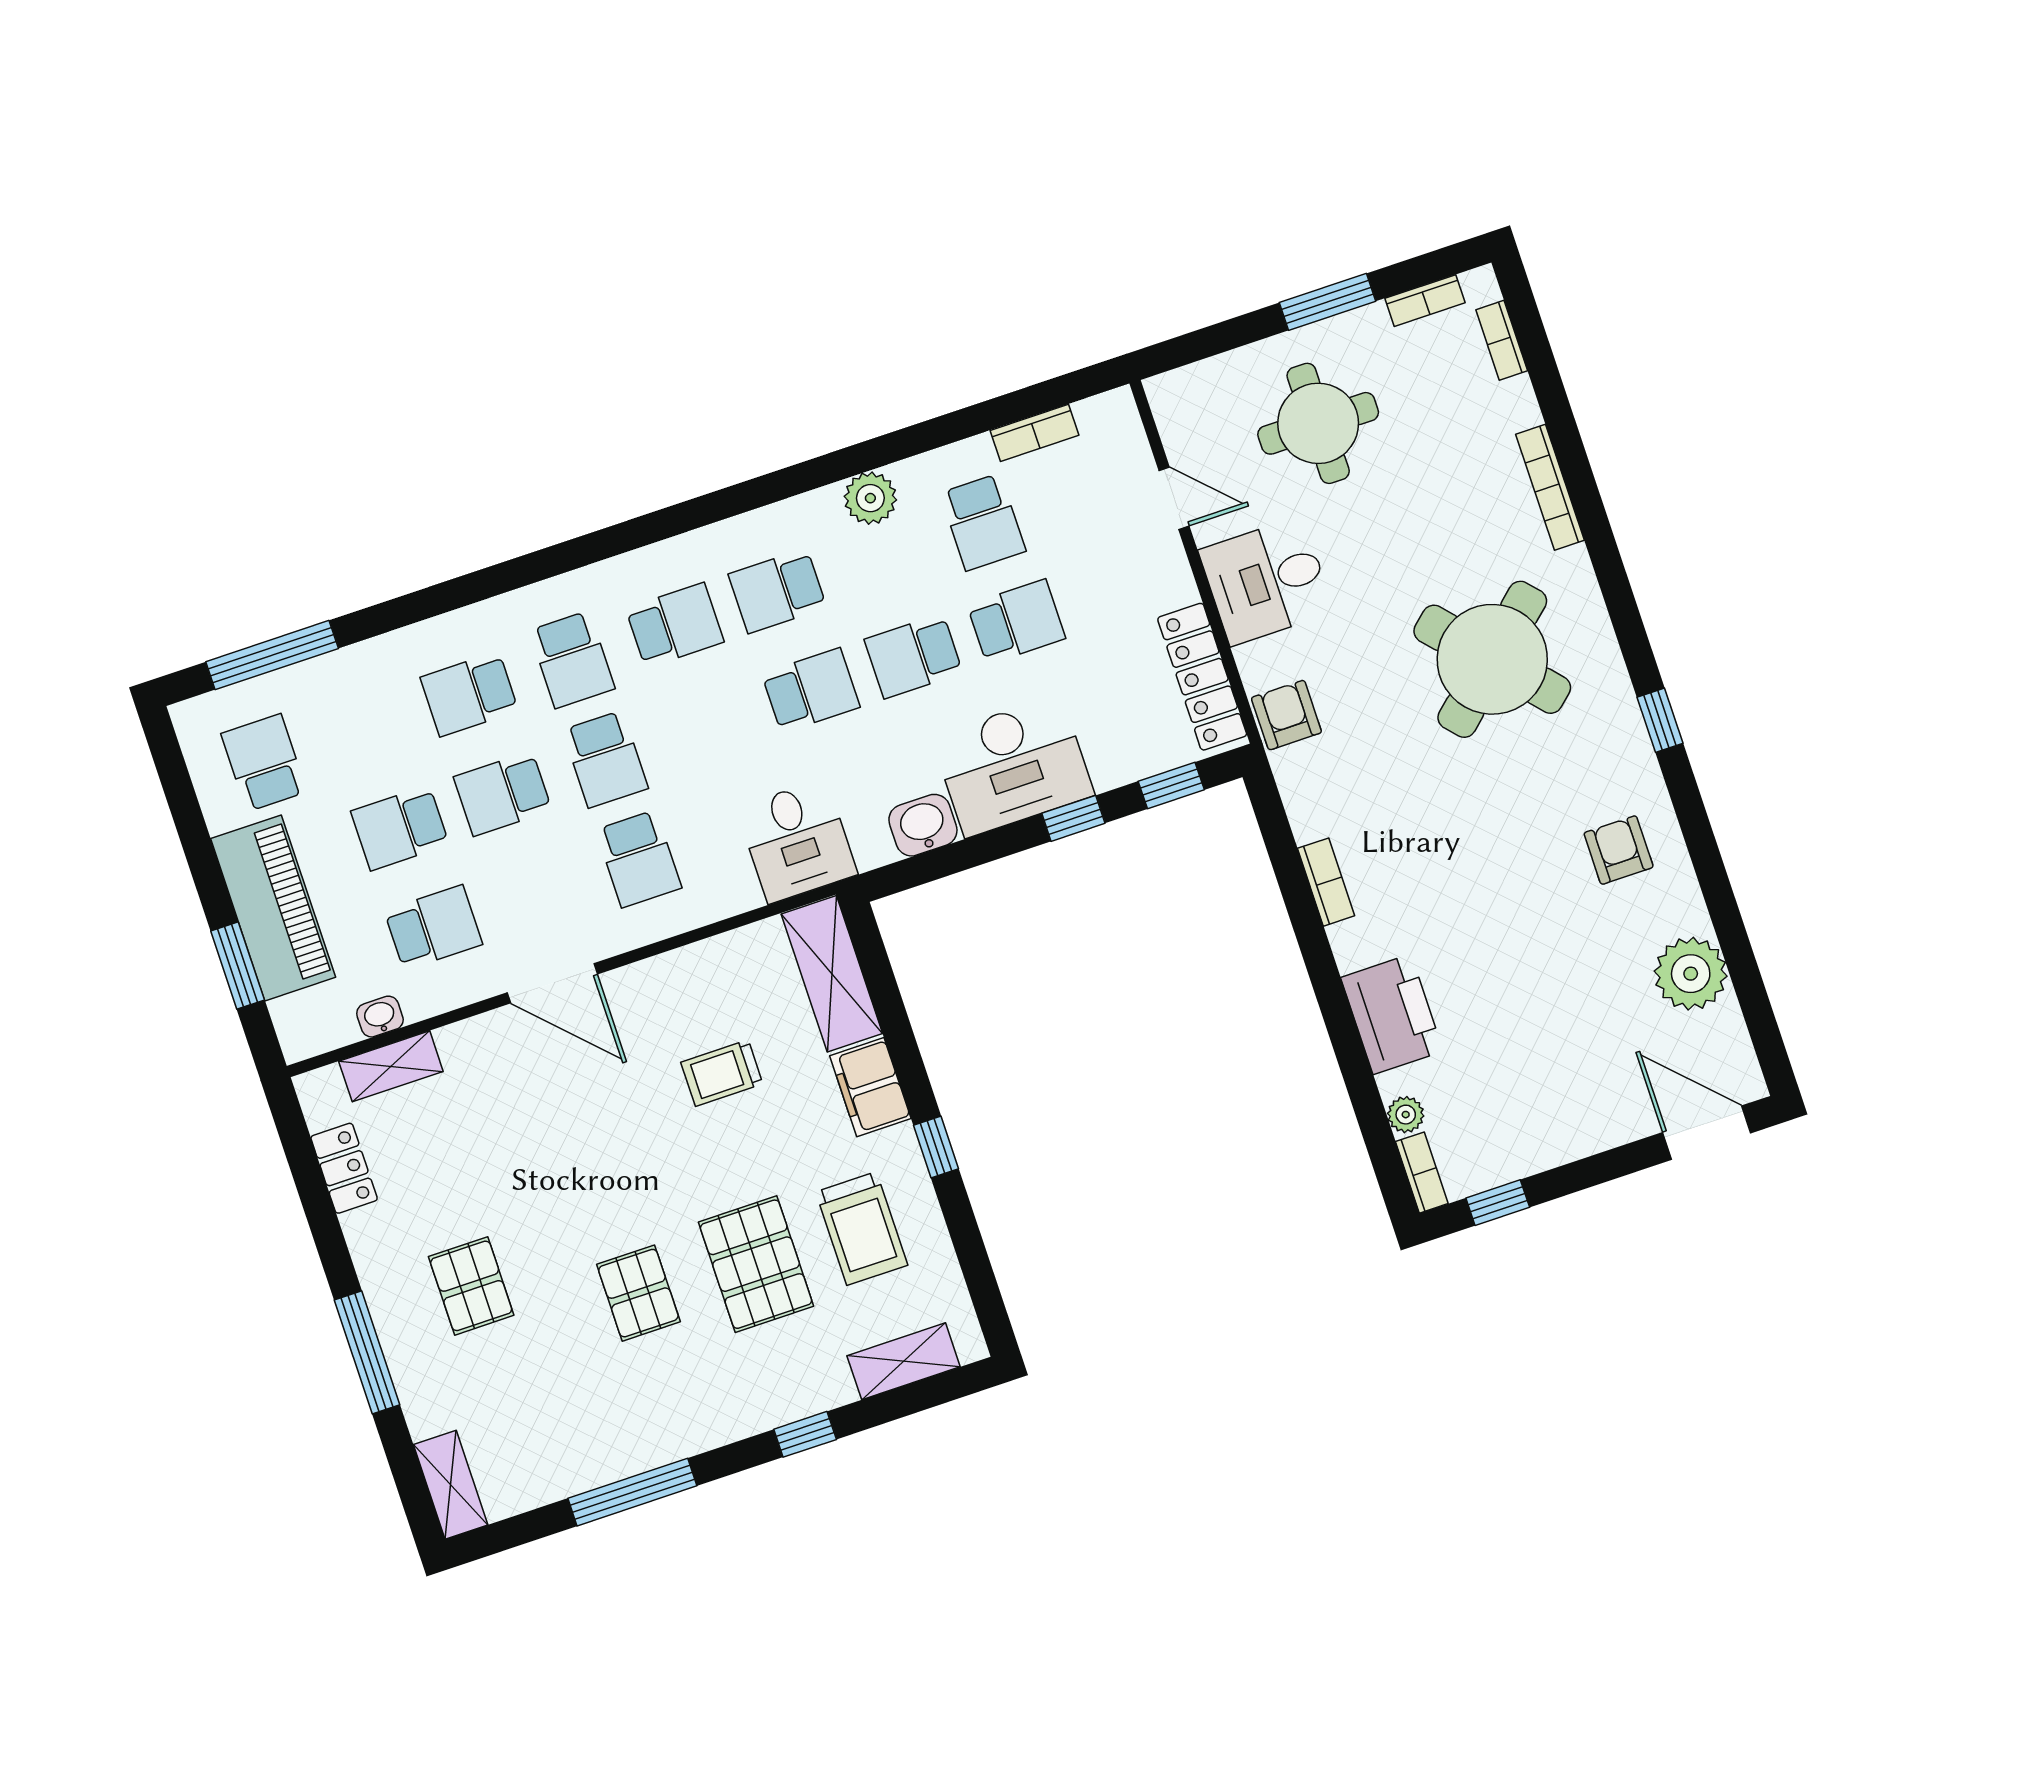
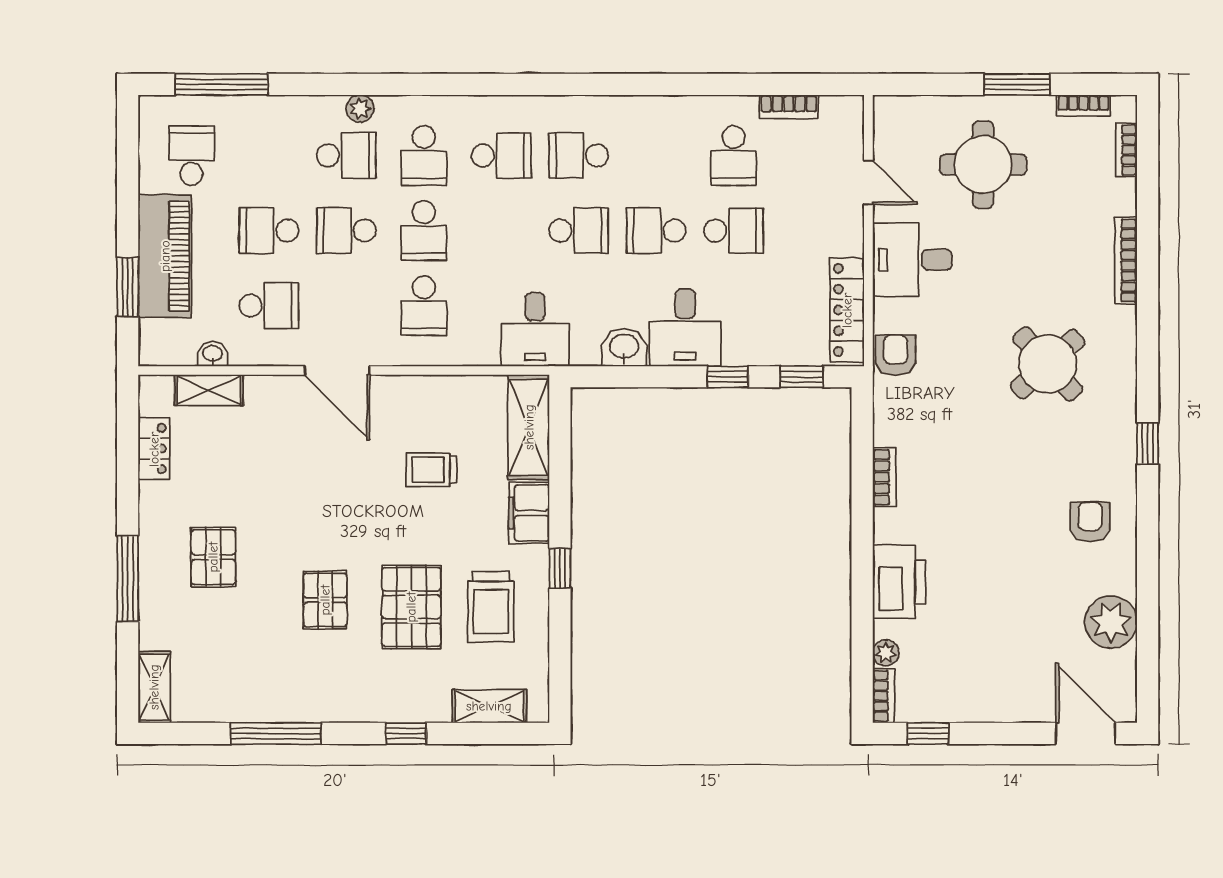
plant: (870, 498) -> (360, 109), moved, width x0.73, depth x0.73
round table: (1492, 659) -> (1048, 364), width x0.73, depth x0.73
school desk: (469, 694) -> (346, 155), turned 180
desk: (1013, 766) -> (685, 328), width x0.73

